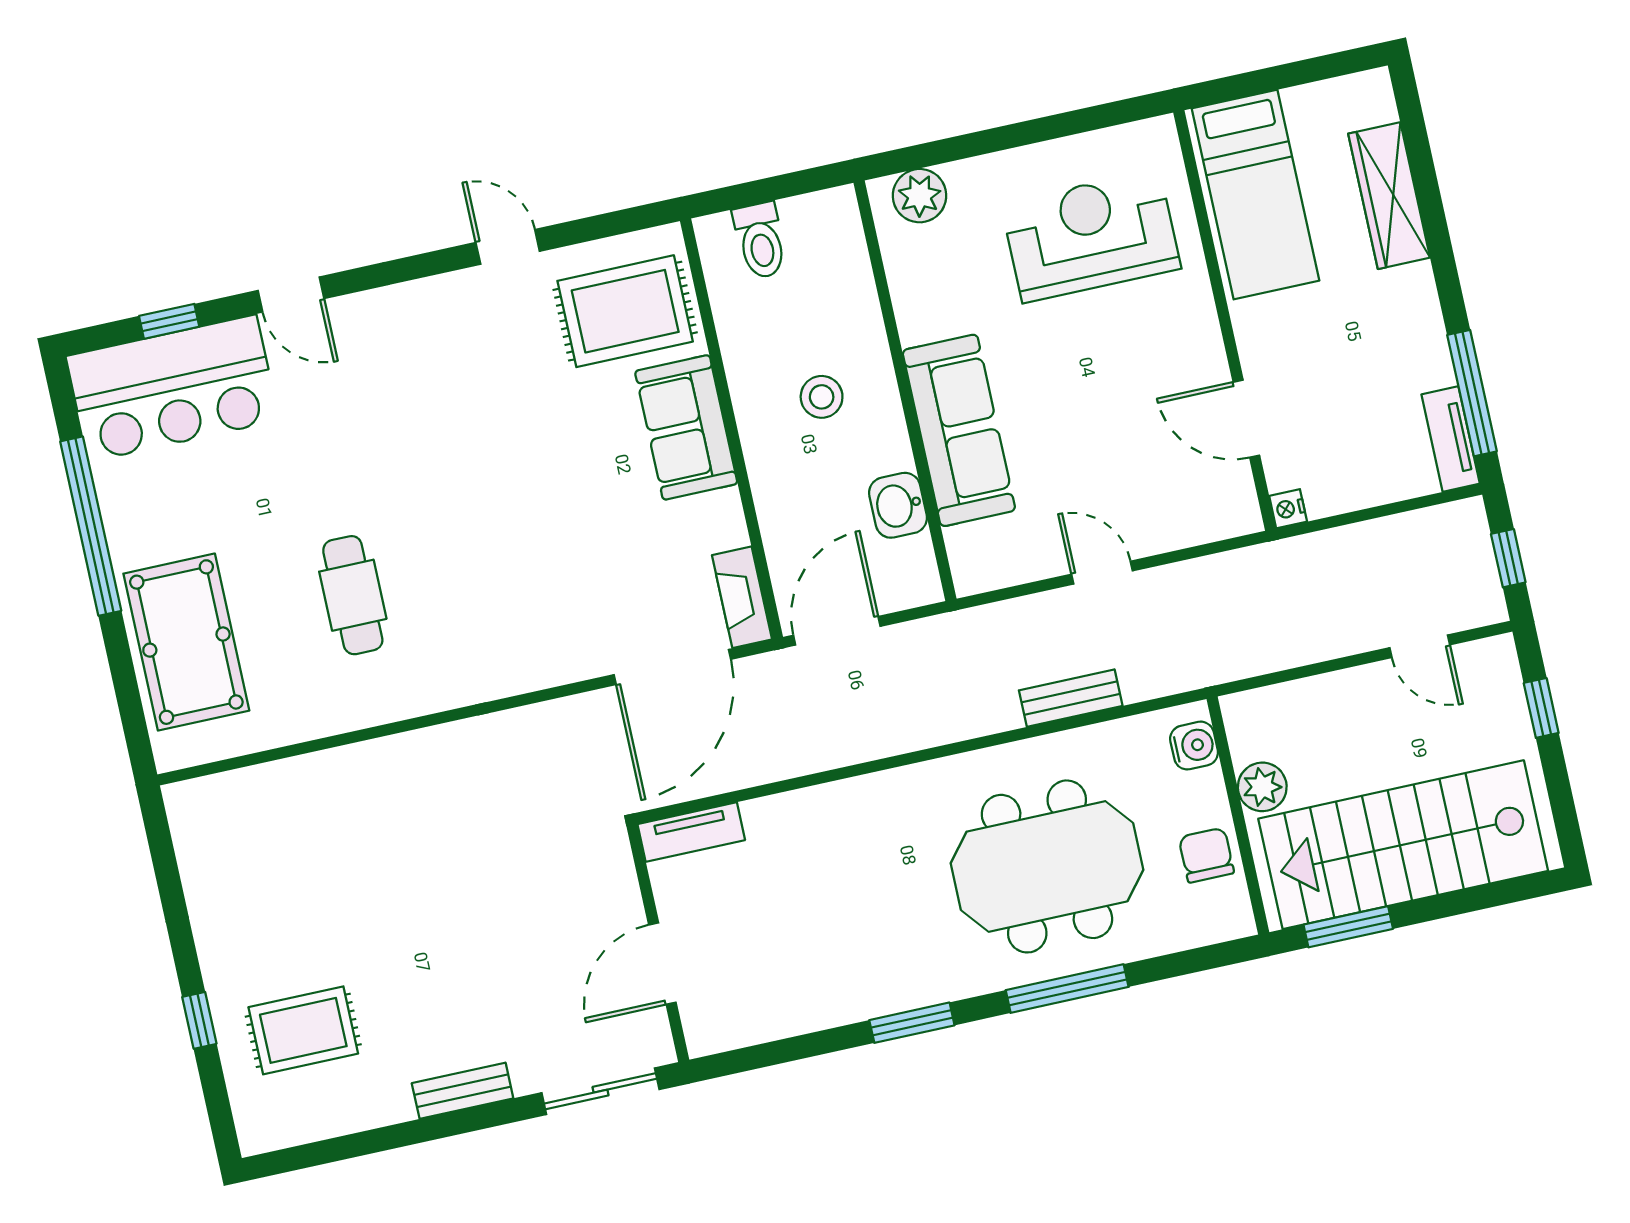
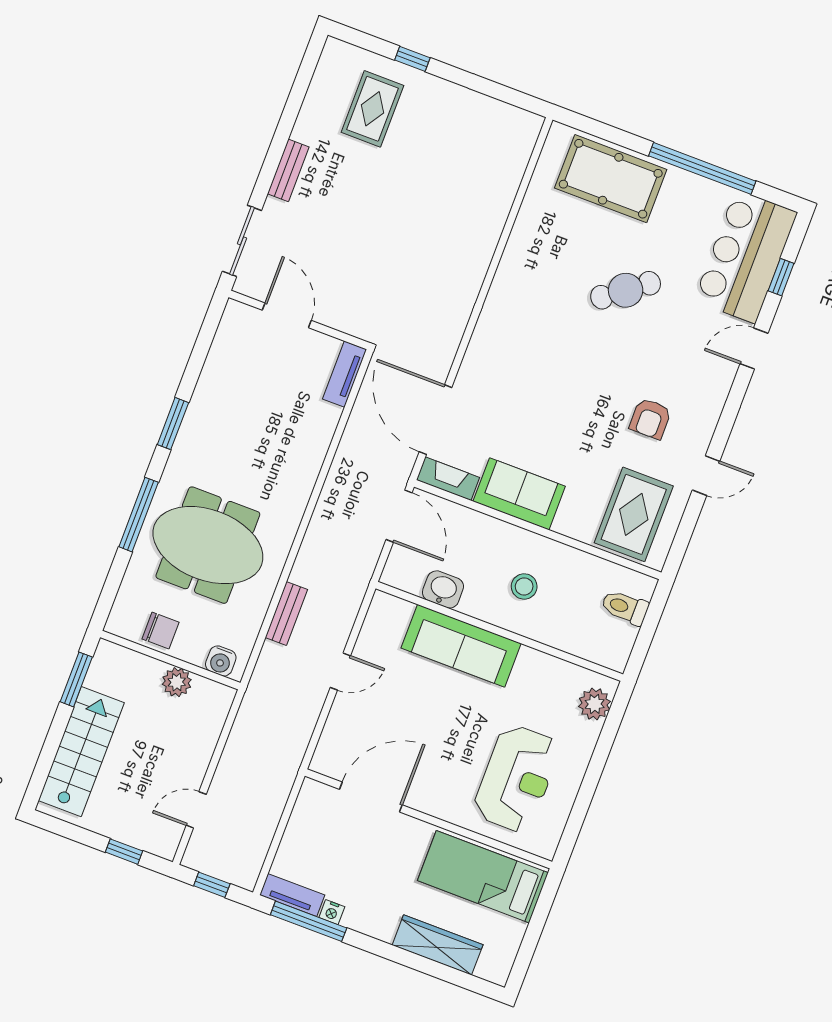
armchair: (479, 374) -> (650, 419), added
door: (1246, 419) -> (371, 797), width x1.36
sofa: (686, 427) -> (519, 494), moved
nightstand: (1288, 509) -> (332, 912), moved, turned 180
cafe table: (353, 595) -> (626, 290), moved, turned -37
stairs: (1403, 845) -> (81, 752), width x0.73, depth x0.66
meeting table: (1047, 866) -> (208, 545), turned 90

